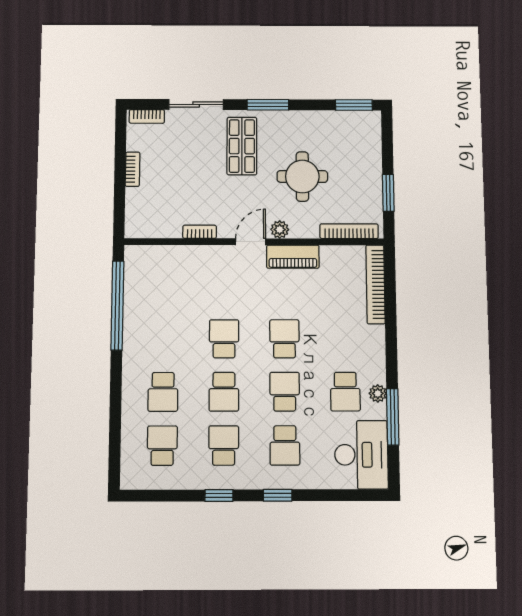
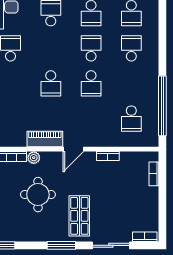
bookcase: (133, 169) -> (154, 174), moved
plant: (280, 230) -> (34, 158), moved
school desk: (285, 392) -> (131, 119), moved

